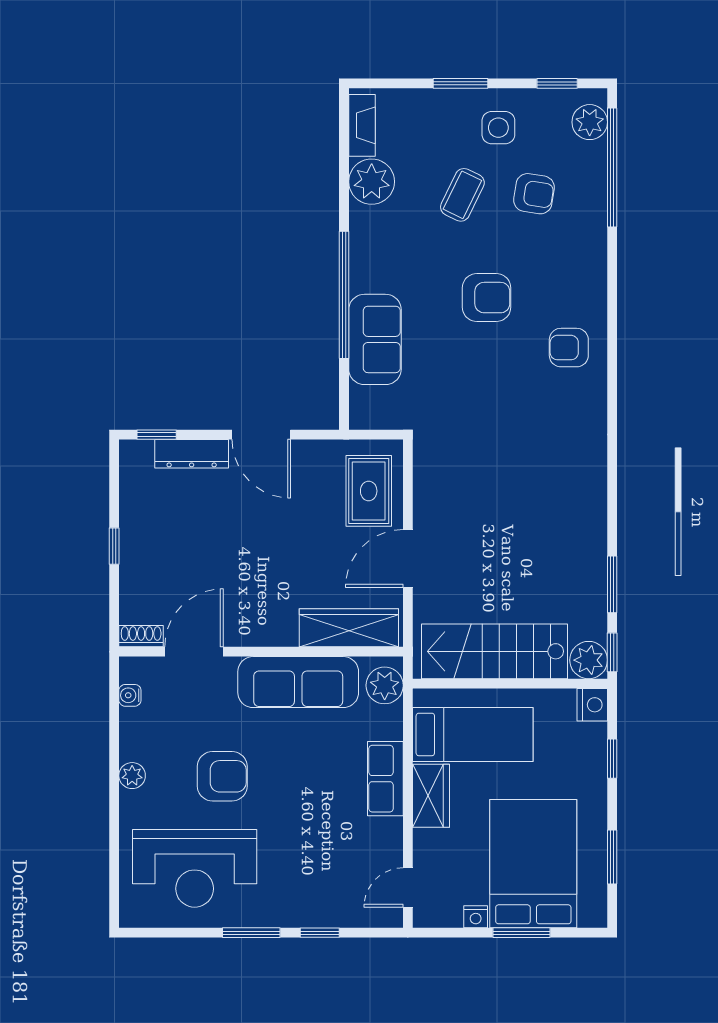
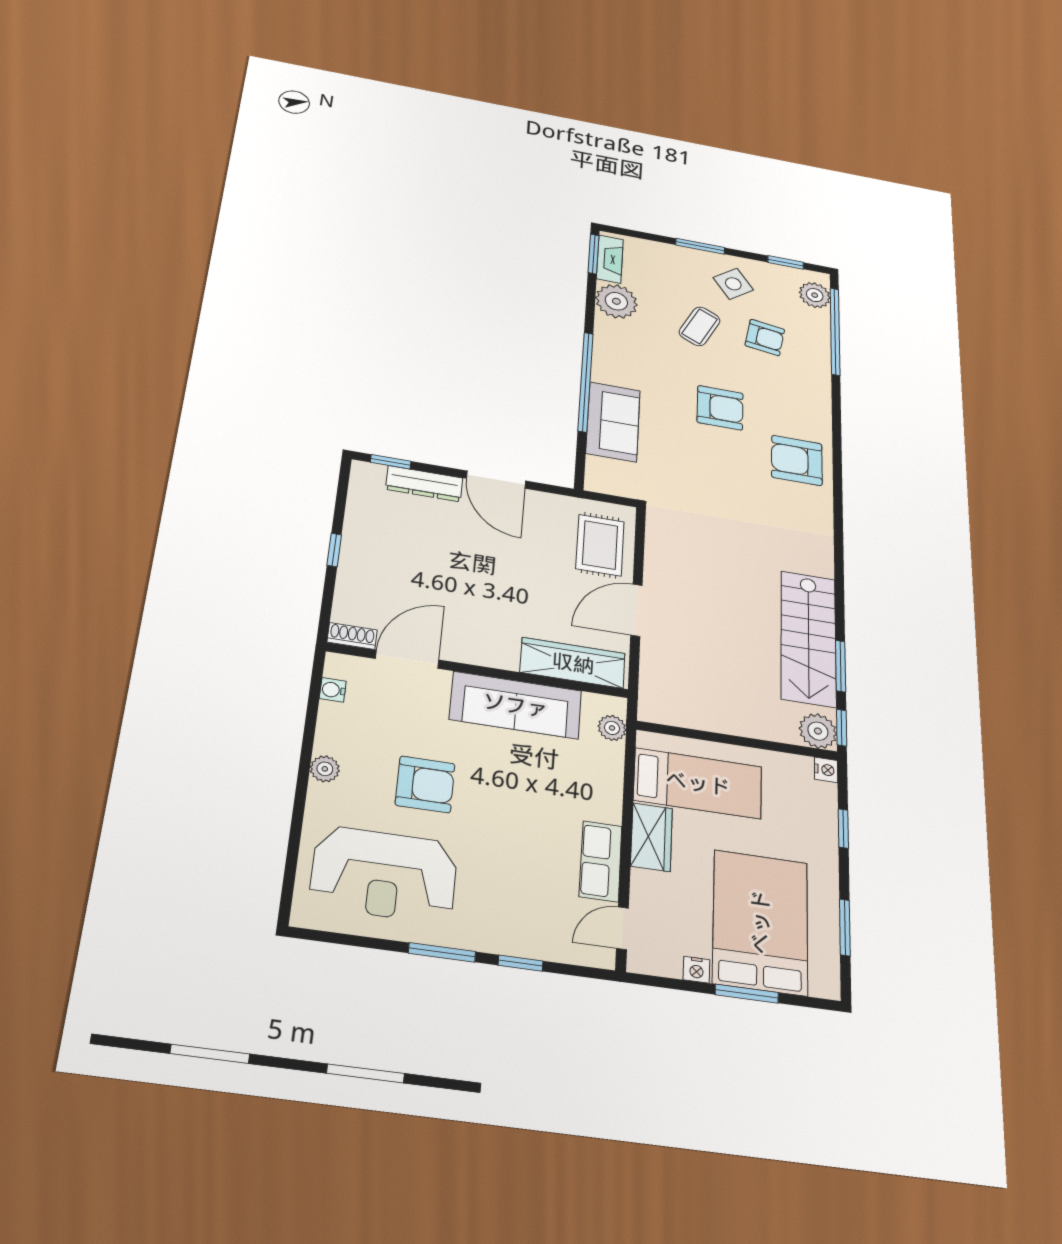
window: (344, 123) -> (594, 254), added
side table: (498, 128) -> (733, 284), turned -36
armchair: (569, 348) -> (797, 460), width x1.38, depth x1.38
stairs: (494, 651) -> (808, 638), moved, turned -90
plant: (385, 685) -> (612, 728), width x0.73, depth x0.73
nightstand: (592, 705) -> (826, 770), width x0.72, depth x0.74
row of seats: (385, 779) -> (601, 861), moved

